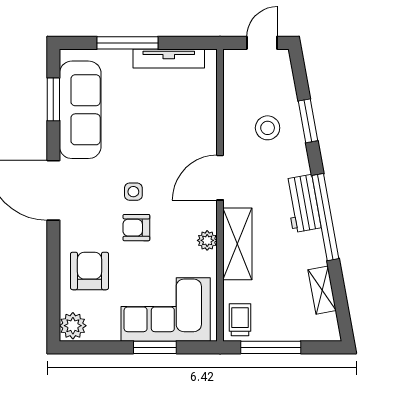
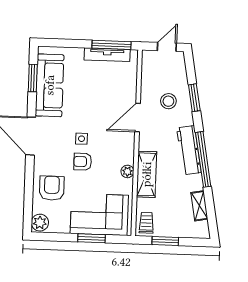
window: (127, 43) -> (111, 45), moved
door: (220, 178) -> (138, 118), moved
workbench: (303, 204) -> (189, 150), width x1.38
window: (271, 347) -> (165, 241), width x0.69

